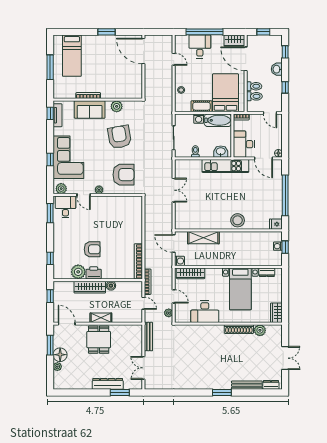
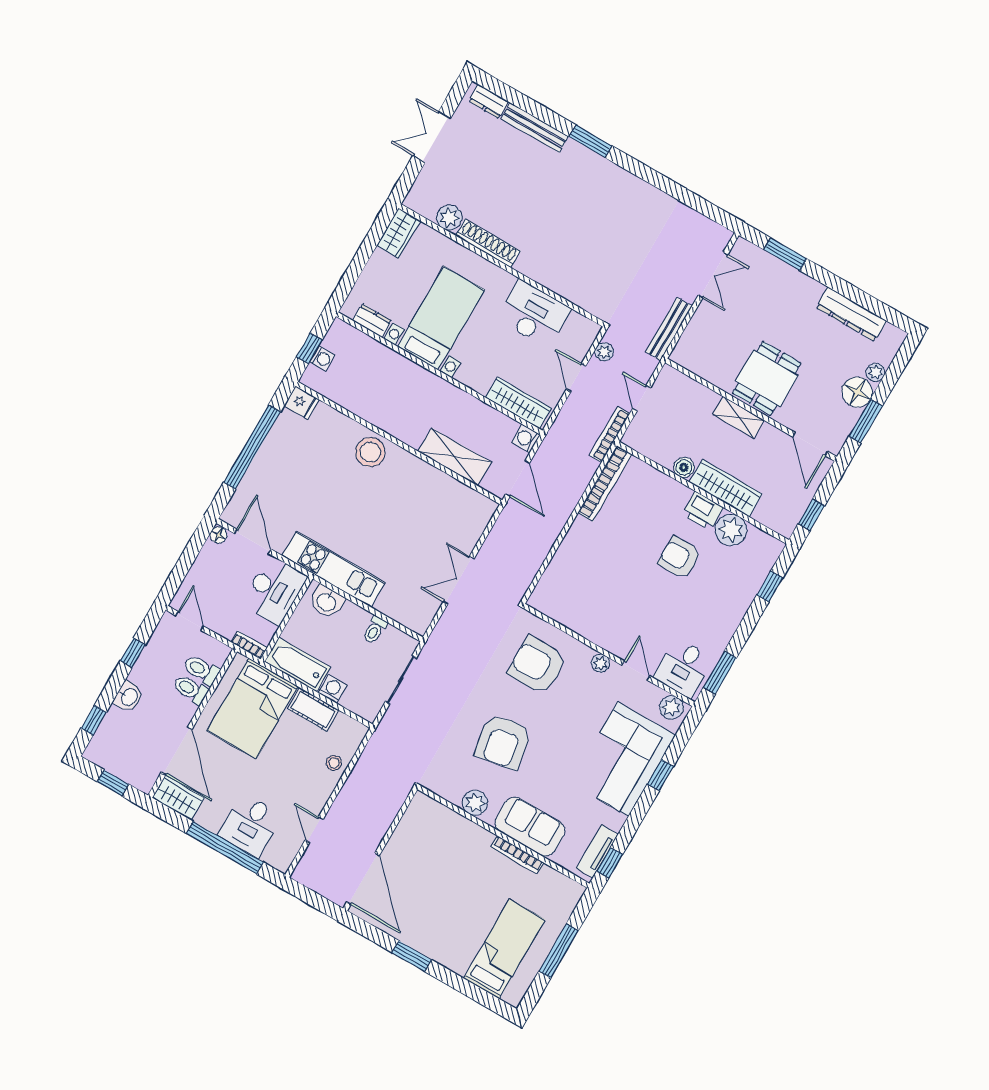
dresser: (108, 384) -> (851, 314), moved

